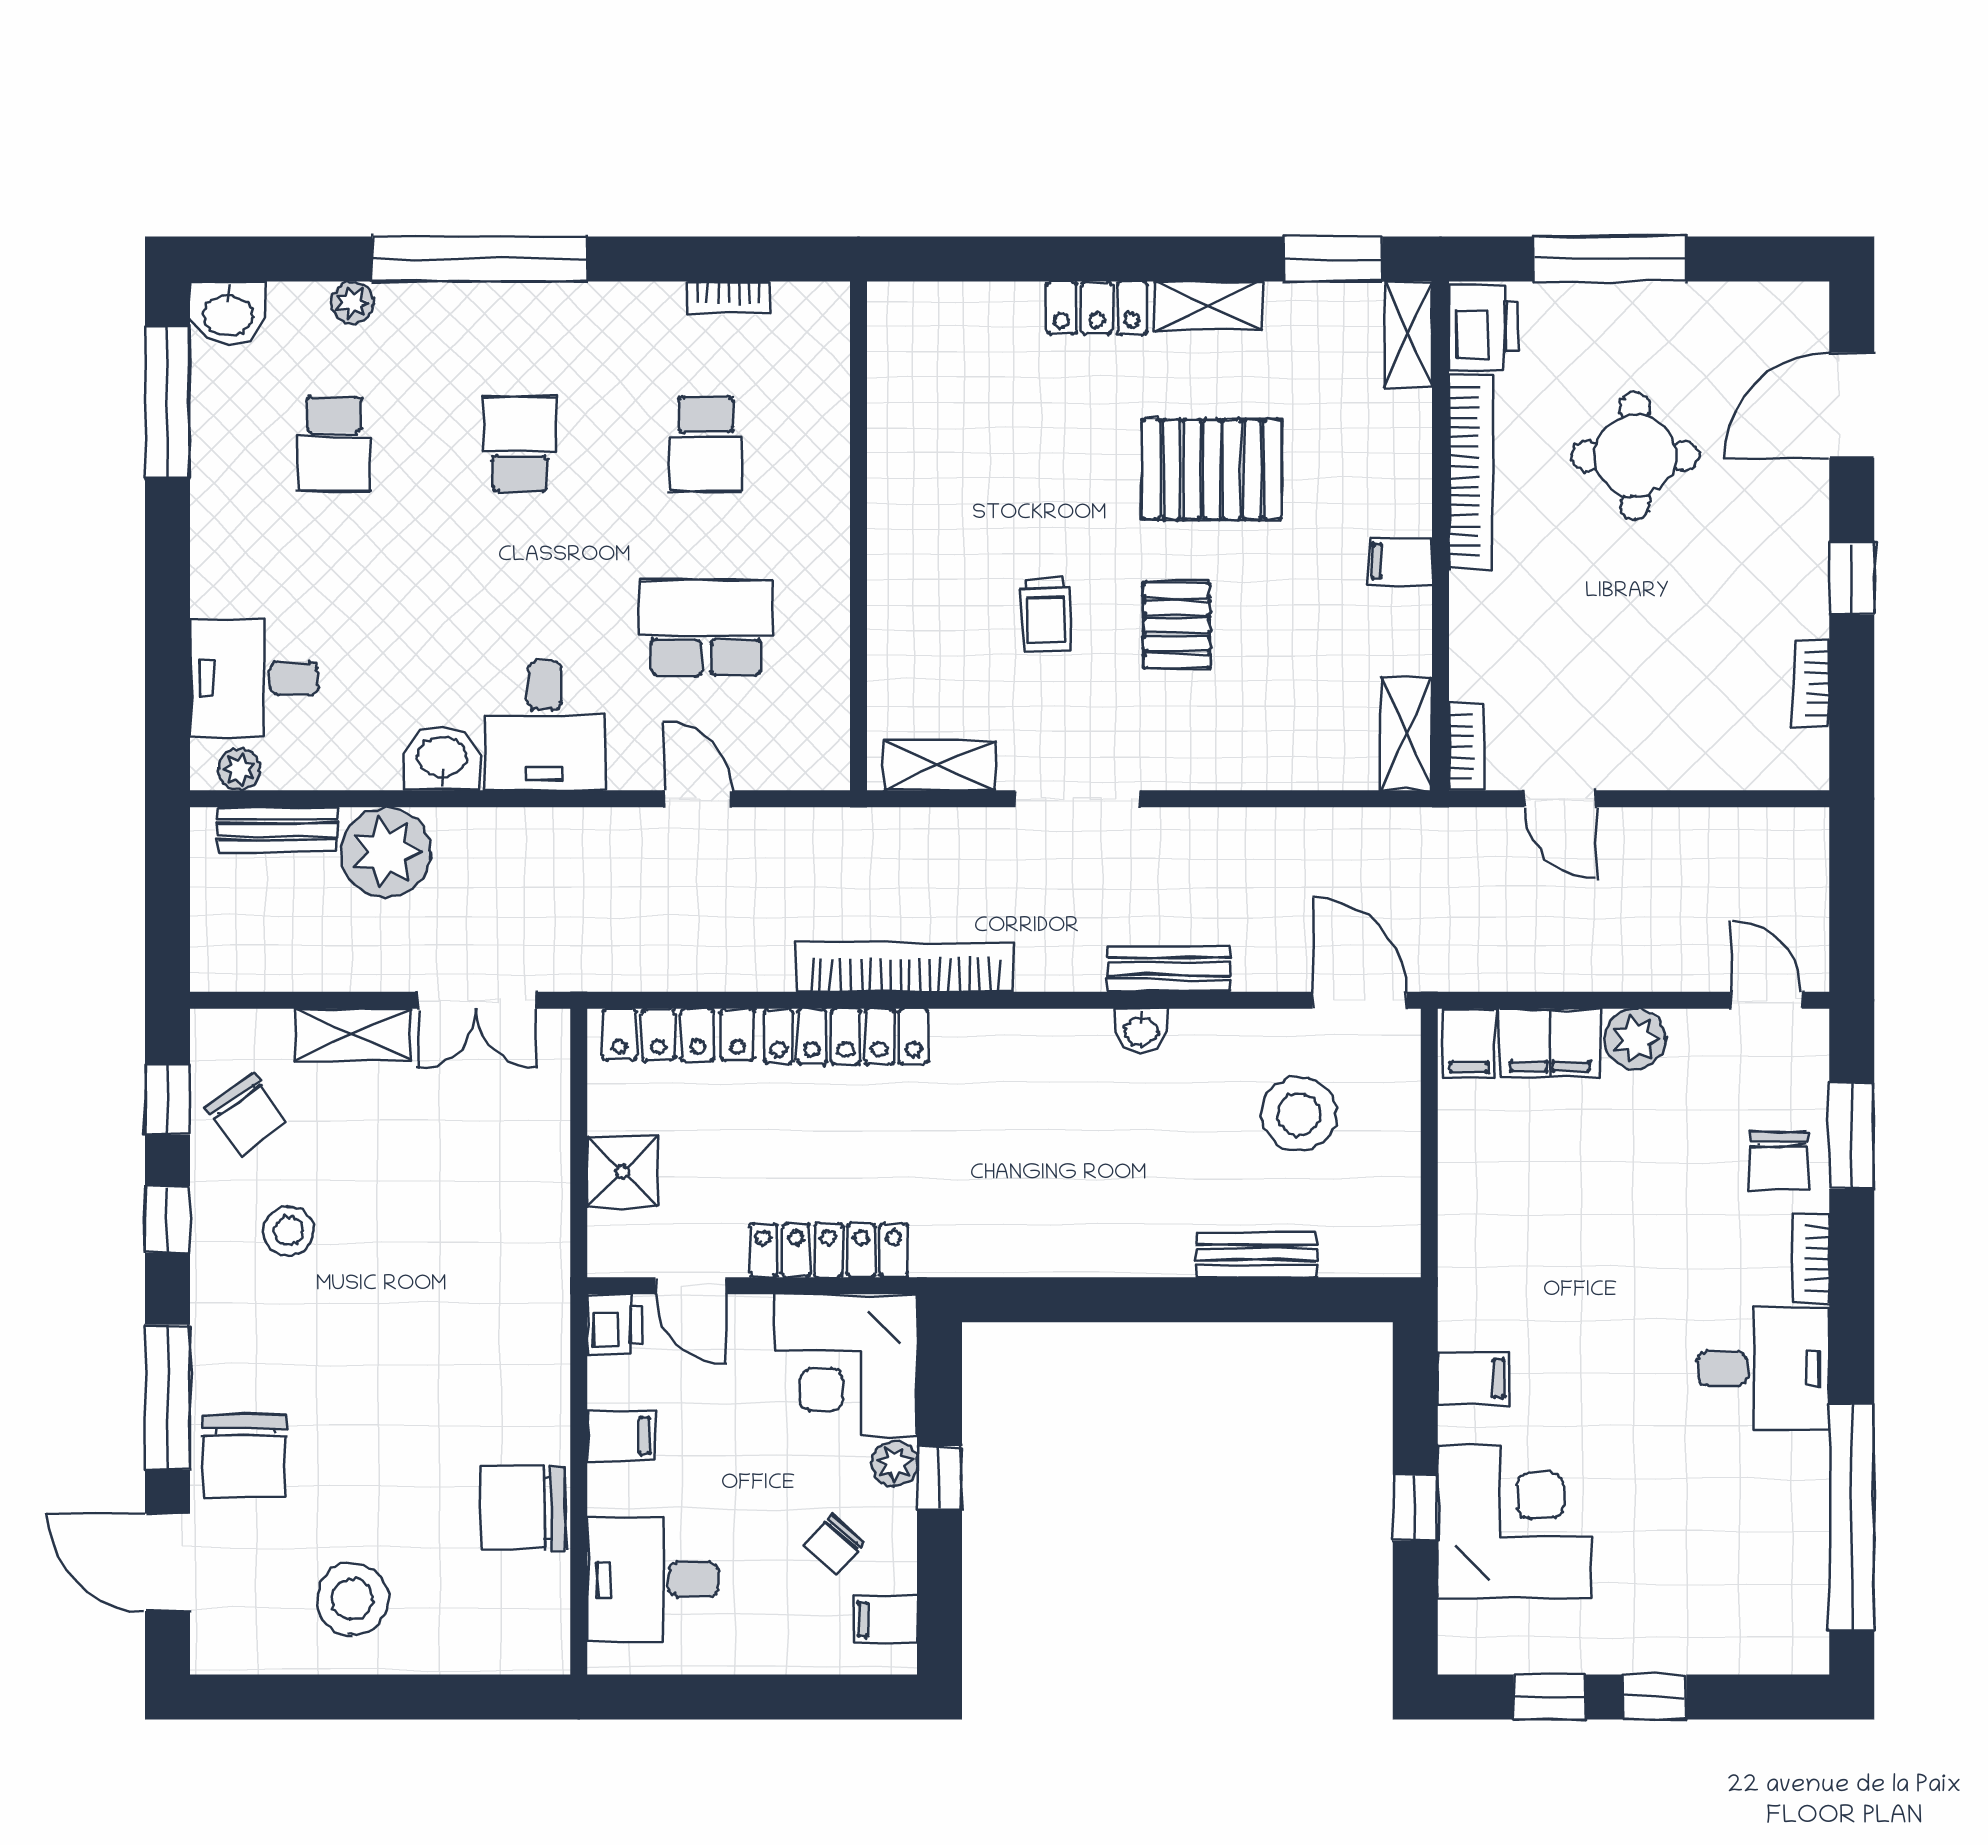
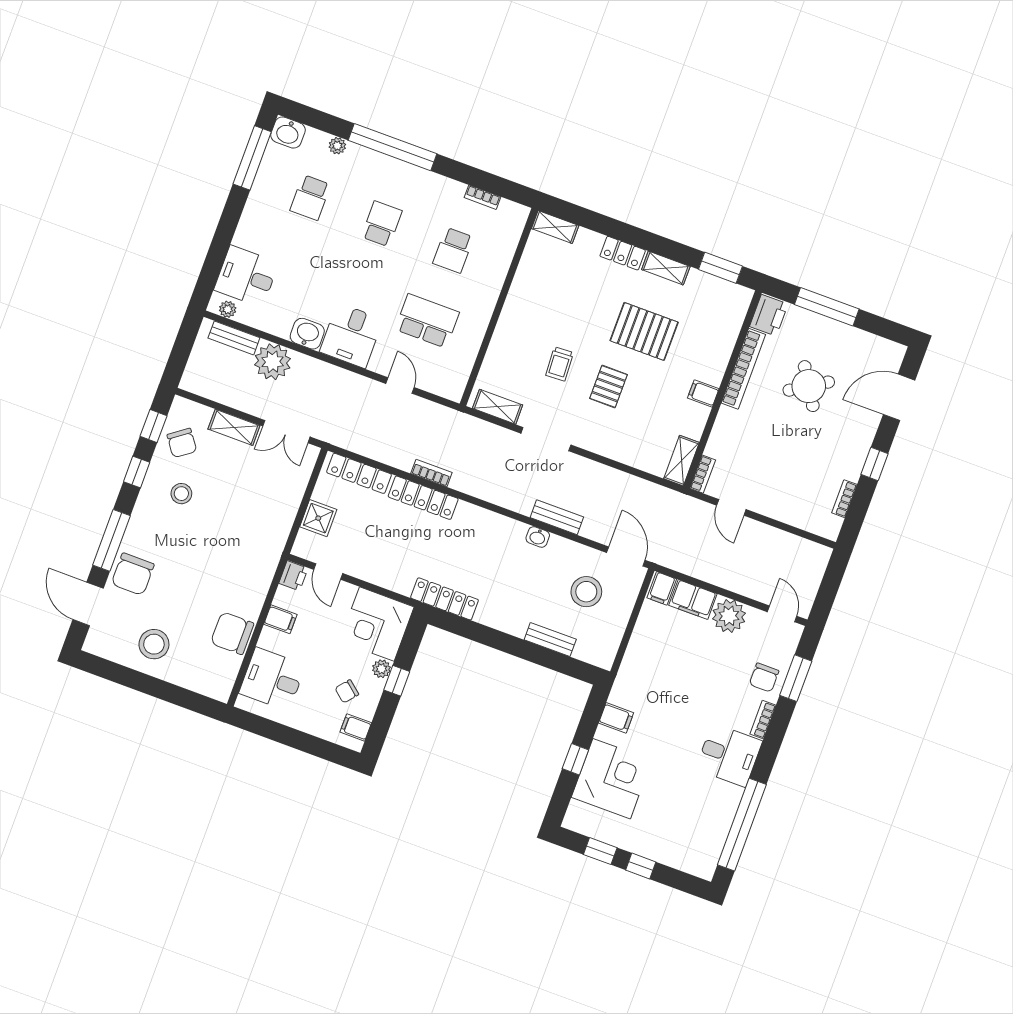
shelving: (1408, 334) -> (555, 227), moved, turned 90
round table: (1635, 456) -> (809, 386), turned -32
bookcase: (905, 967) -> (431, 473), width x0.43, depth x0.76
plant: (1635, 1039) -> (729, 616), width x1.36, depth x1.36
locker: (829, 1250) -> (445, 599), moved

